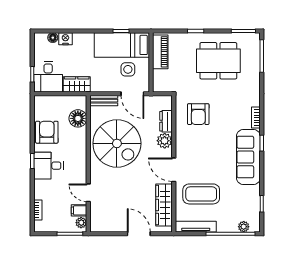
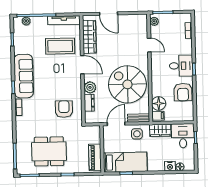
side table: (128, 69) -> (137, 134), moved
door: (132, 94) -> (116, 124), hinge flipped
filing cabinet: (79, 210) -> (158, 116), moved

